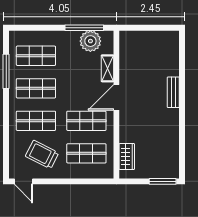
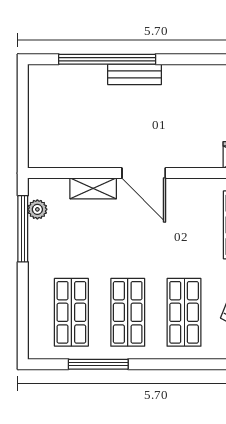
plant: (90, 41) -> (37, 209), width x0.53, depth x0.53
window: (182, 76) -> (107, 59), added
shop shelf: (86, 121) -> (184, 225), removed

